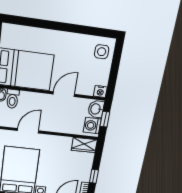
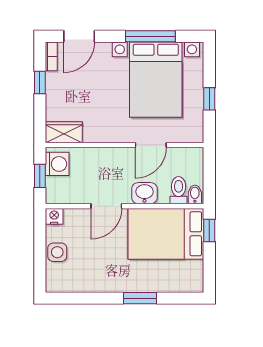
window: (50, 25) -> (140, 298), added
side table: (102, 52) -> (57, 252), moved
washbasin: (96, 109) -> (144, 193), moved, turned -90

